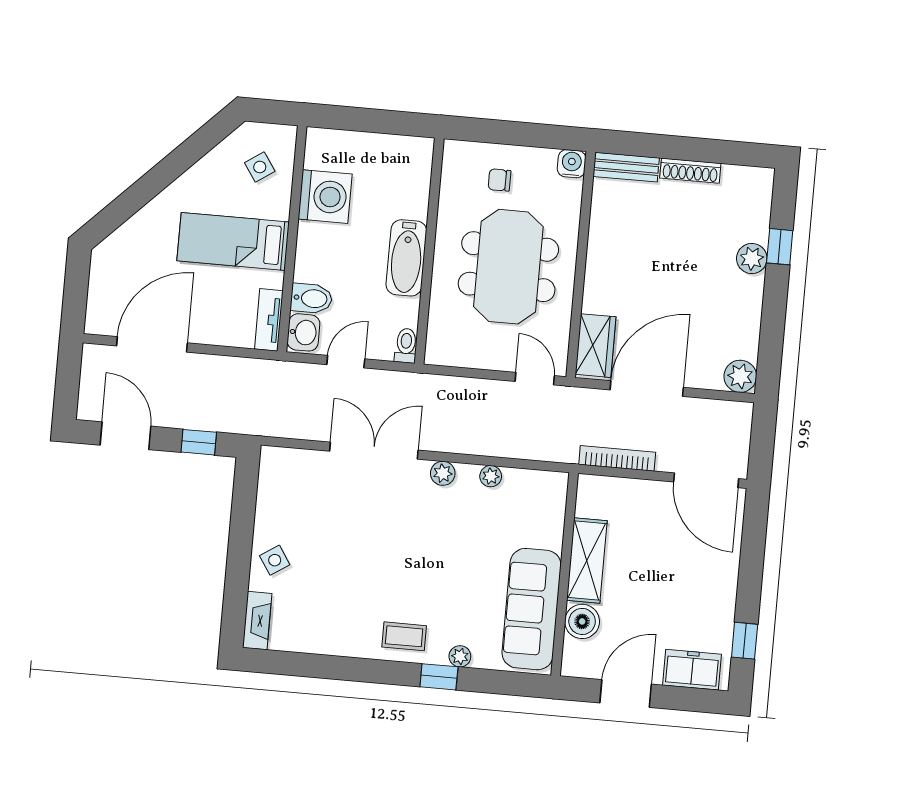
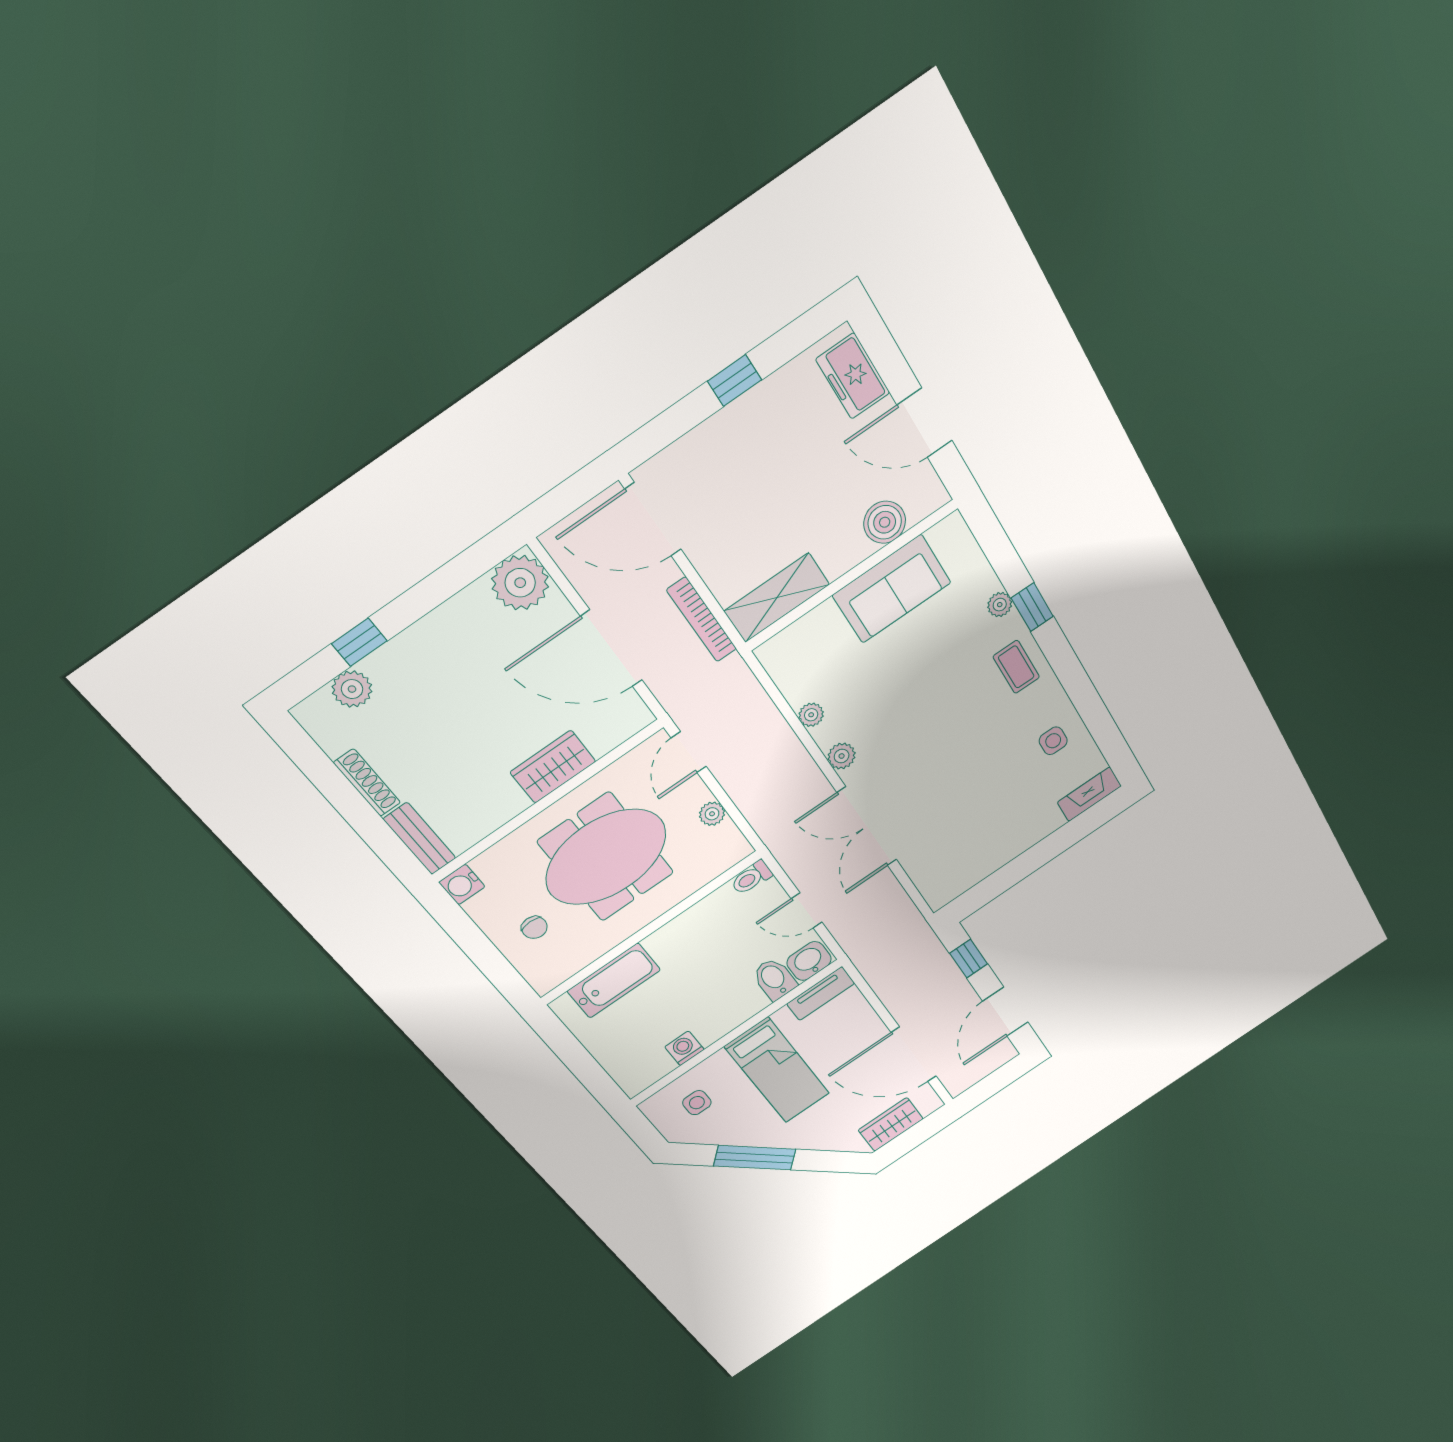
window: (172, 167) -> (755, 1158), added
side table: (260, 167) -> (697, 1103), turned 34
washing machine: (325, 197) -> (684, 1048), width x0.53, depth x0.53
bathtub: (406, 258) -> (614, 981), moved
plant: (752, 259) -> (352, 689), moved
wardrobe: (104, 282) -> (891, 1124), added
wardrobe: (596, 346) -> (553, 767), moved
plant: (477, 358) -> (712, 814), added
plant: (740, 376) -> (520, 583), width x1.36, depth x1.36
door: (706, 480) -> (653, 519), swing flipped
side table: (275, 560) -> (1053, 741), moved, turned 33
shelving: (587, 560) -> (777, 598), moved
sofa: (532, 609) -> (892, 589), width x0.73
window: (745, 641) -> (735, 380), moved

